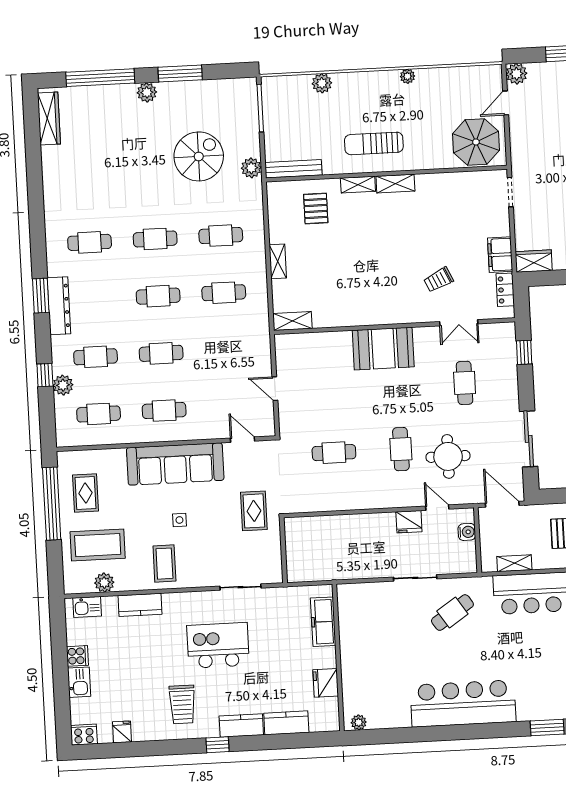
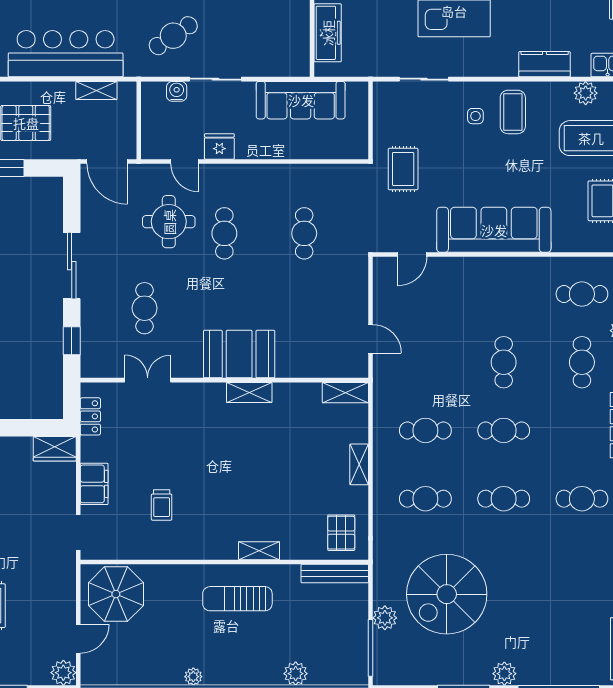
sun lounger: (374, 143) -> (237, 599), turned 180
spiral stairs: (199, 156) -> (447, 594), width x1.37, depth x1.37
plant: (251, 168) -> (385, 618), moved
shelving: (395, 184) -> (249, 392), moved
pallet: (316, 209) -> (341, 533), moved
filing cabinet: (500, 255) -> (94, 484), moved
trolley: (438, 280) -> (162, 505), moved, turned 115
cafe table: (161, 353) -> (504, 362), turned 90
cafe table: (96, 357) -> (582, 362), turned 90
door: (275, 389) -> (370, 339), moved
cafe table: (164, 411) -> (504, 294), removed
sliding door: (529, 439) -> (72, 266), moved
door: (242, 440) -> (412, 255), hinge flipped
cafe table: (334, 453) -> (304, 233), turned 90
side table: (179, 520) -> (475, 116), moved
water cooler: (467, 532) -> (177, 91), moved, turned 90
sofa: (343, 564) -> (301, 100), added

